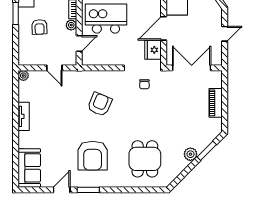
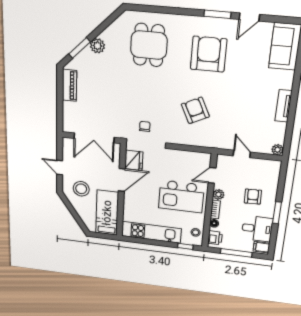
stool: (203, 14) -> (81, 189), added
door: (225, 34) -> (60, 168), hinge flipped
piano: (216, 103) -> (69, 85), moved
armchair: (100, 104) -> (195, 110), turned 131

